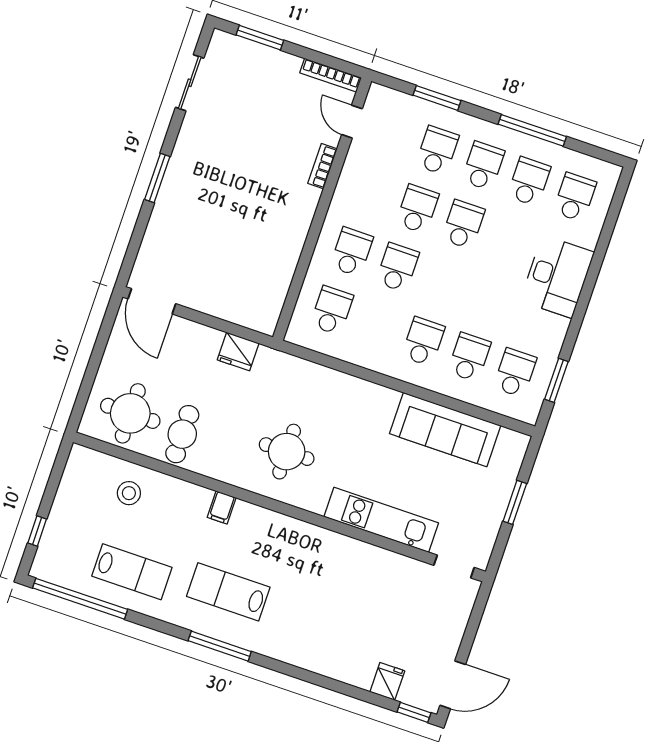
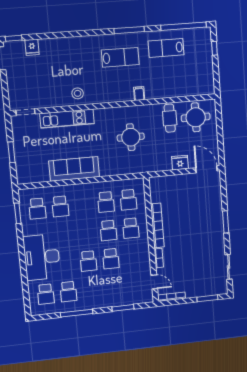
school desk: (437, 150) -> (113, 287), removed
school desk: (483, 166) -> (91, 289), removed
bookcase: (297, 233) -> (157, 226), added
desk: (557, 277) -> (42, 257), width x1.36, depth x1.30
school desk: (423, 342) -> (106, 202), moved
fridge: (238, 352) -> (180, 163), moved
sofa: (445, 430) -> (74, 169), moved
round table: (287, 452) -> (131, 137), moved
stool: (129, 493) -> (78, 93), moved
window: (220, 646) -> (129, 30), moved

